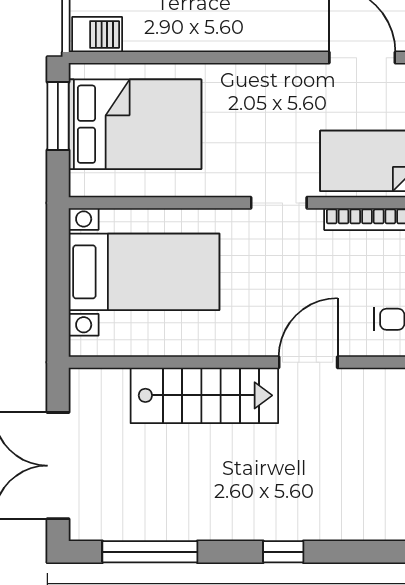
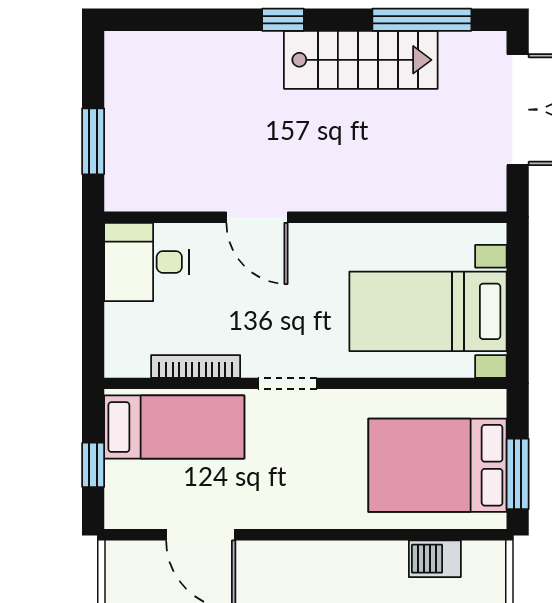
barbecue: (97, 35) -> (435, 559), moved
door: (308, 362) -> (257, 217), hinge flipped
stairs: (204, 395) -> (361, 60), moved, turned 180

